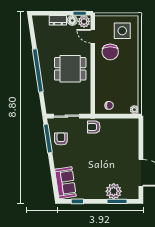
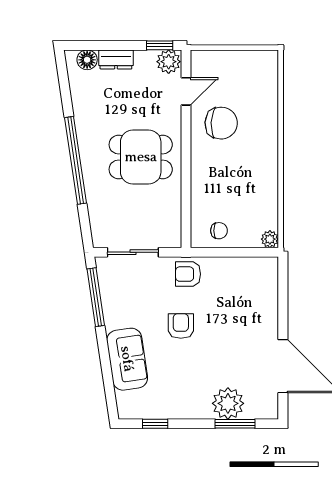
floor lamp: (72, 20) -> (87, 60), moved
side table: (122, 31) -> (245, 81), removed
door: (93, 36) -> (186, 91), swing flipped
chair: (110, 52) -> (221, 123), turned -87
armchair: (61, 139) -> (181, 326), moved
sofa: (65, 183) -> (127, 359), moved

